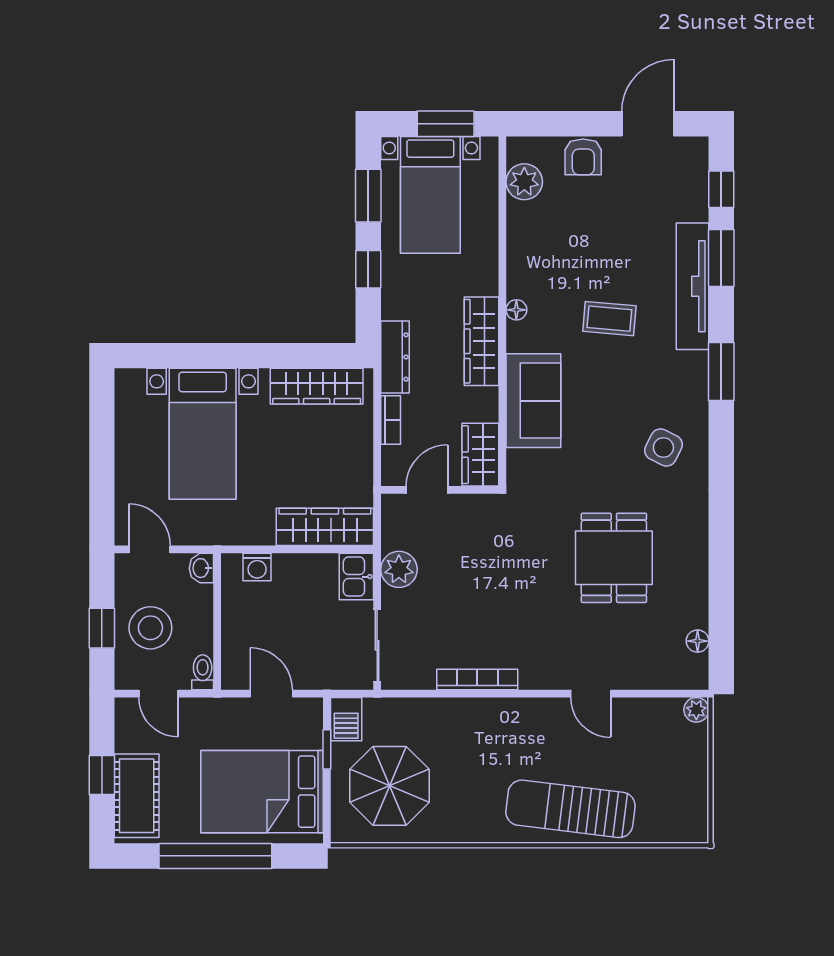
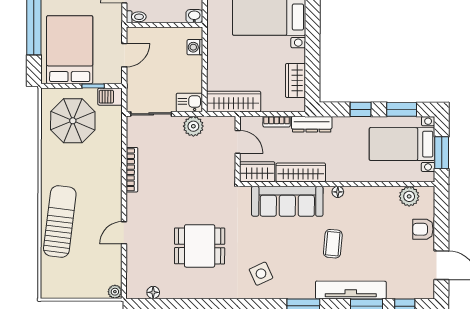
wardrobe: (482, 341) -> (301, 172), moved
wardrobe: (317, 386) -> (296, 81), width x0.67
sofa: (533, 401) -> (287, 201), width x1.36
side table: (663, 448) -> (261, 274), turned 38
wardrobe: (325, 527) -> (234, 102), moved, turned -90

